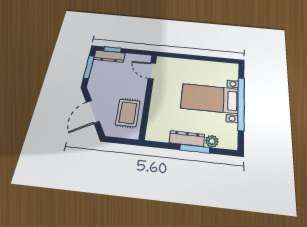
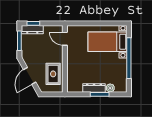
bed with nightstands: (210, 99) -> (107, 42), moved

